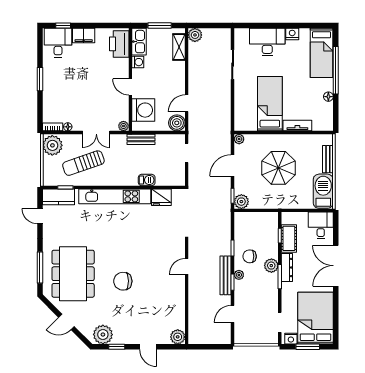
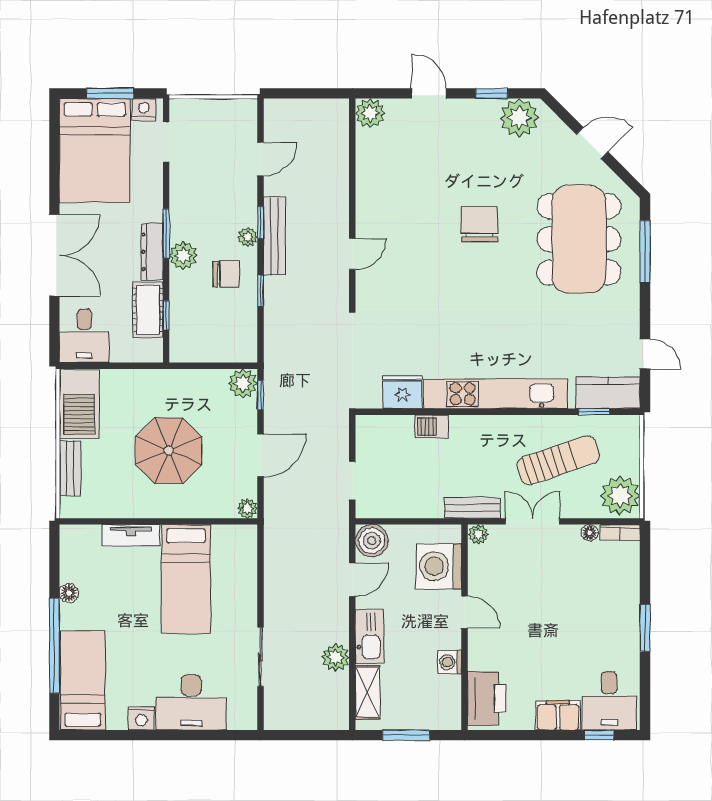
plant: (195, 35) -> (335, 657), moved
kitchen sink: (139, 42) -> (370, 636), moved, turned 180
bench: (141, 139) -> (472, 508), moved
chair: (123, 281) -> (480, 224), turned -90

